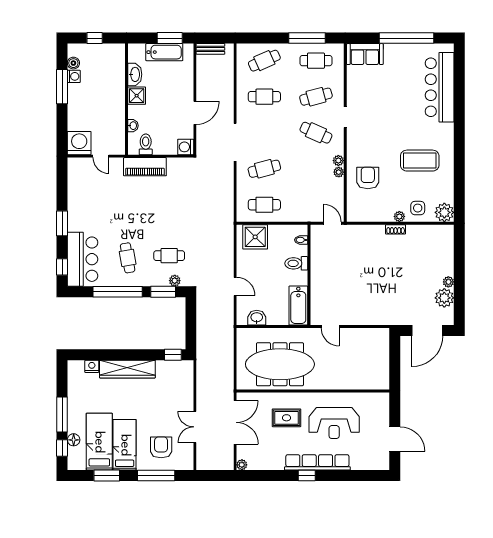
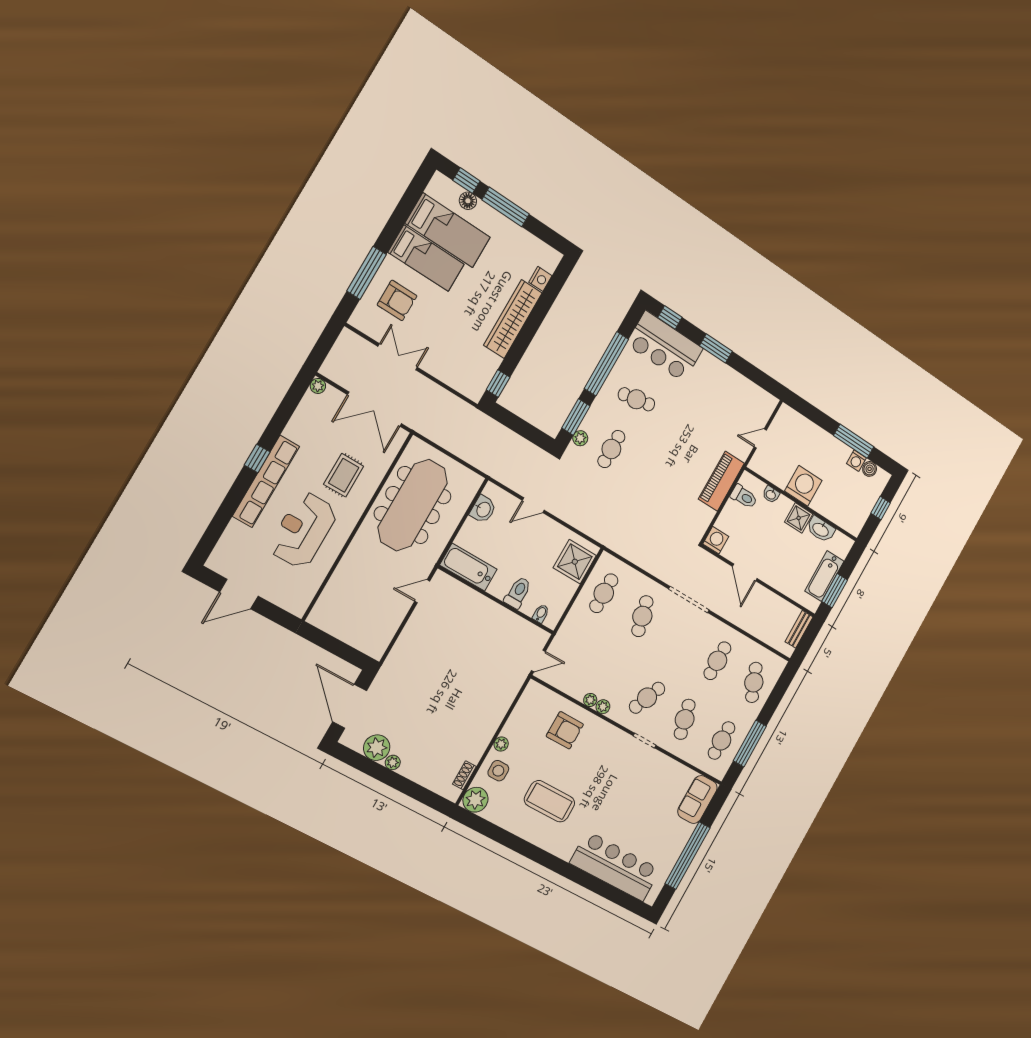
washing machine: (79, 143) -> (803, 486), moved, turned -90
coffee table: (420, 161) -> (550, 801), turned 90
shoe rack: (396, 229) -> (464, 775), moved
window: (107, 475) -> (402, 213), removed

